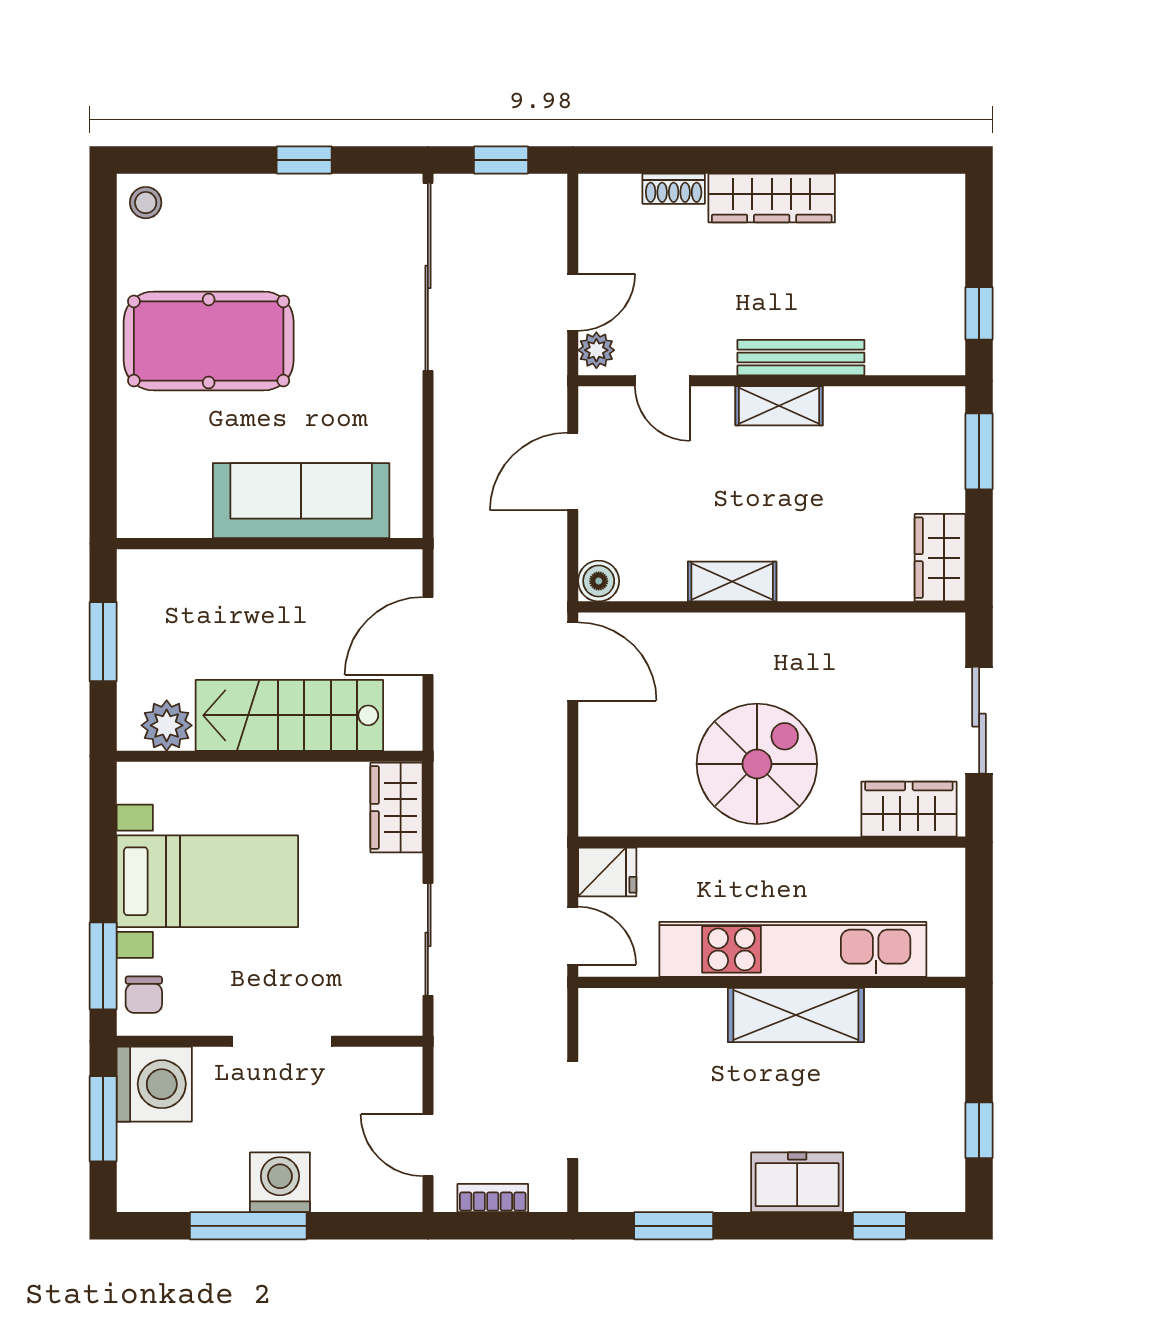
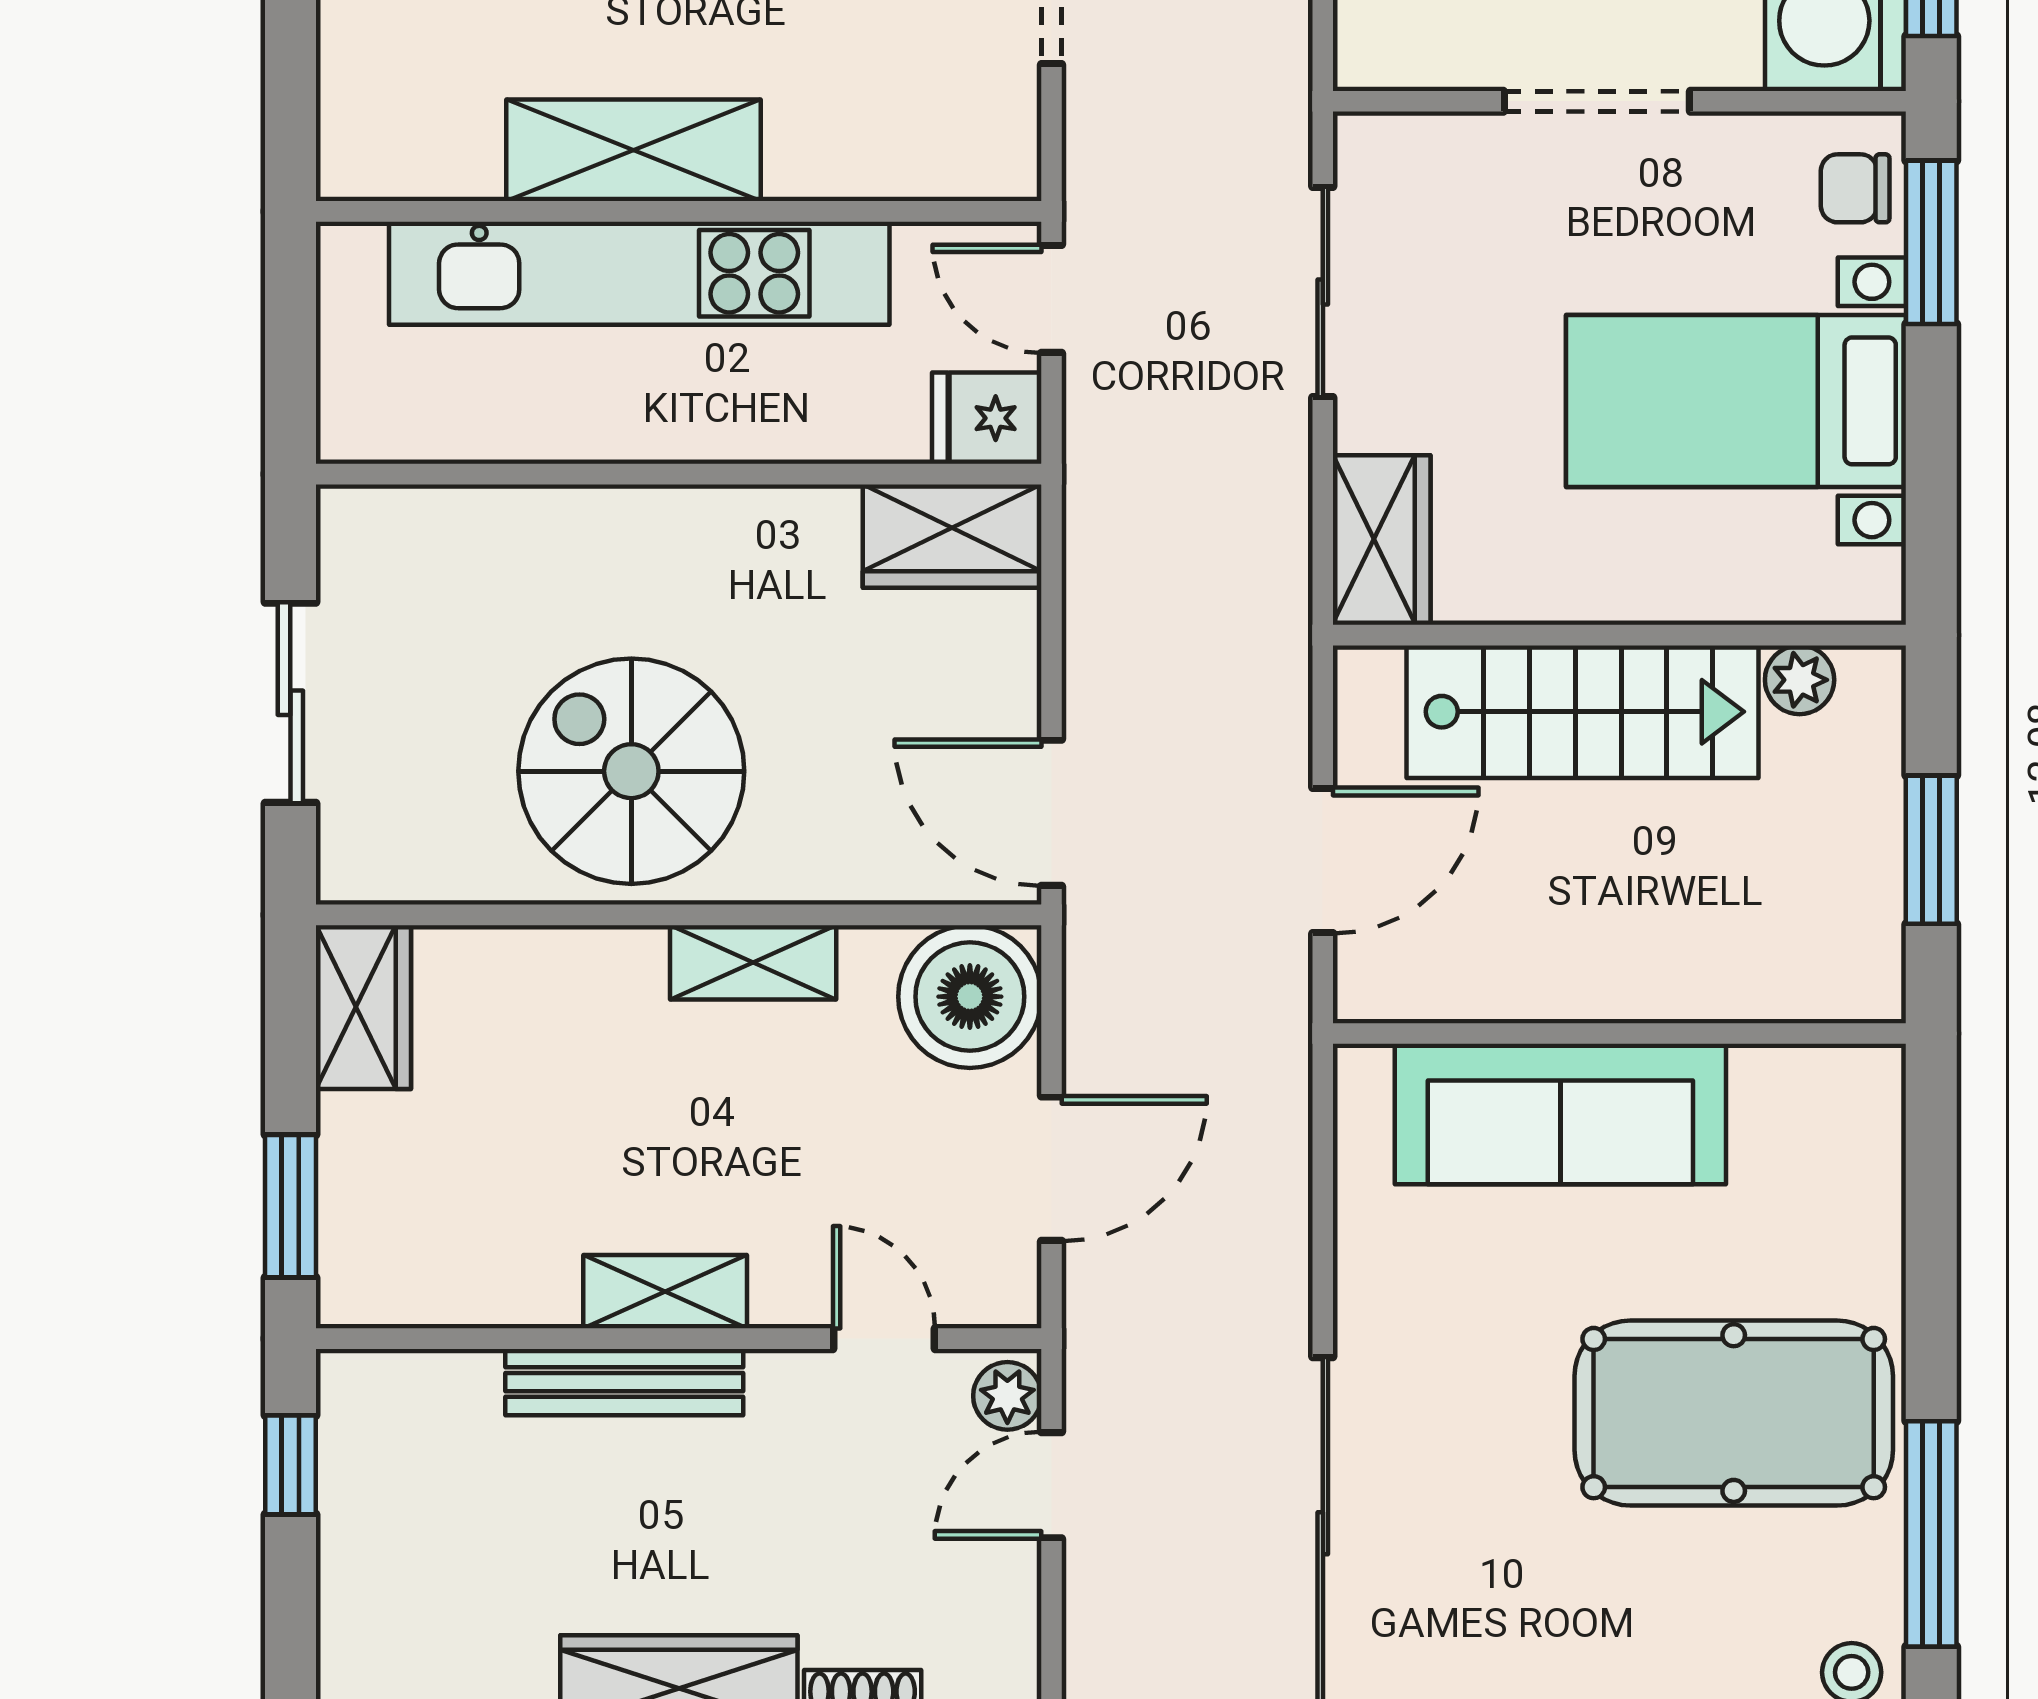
window: (103, 277) -> (1931, 1534), added
boiler: (599, 581) -> (970, 997), width x1.86, depth x1.86
plant: (167, 725) -> (1800, 680), width x0.73, depth x0.73
spiral stairs: (757, 764) -> (631, 771), moved, turned 90
wardrobe: (909, 809) -> (952, 536), moved
chair: (144, 995) -> (1855, 188), turned -90

